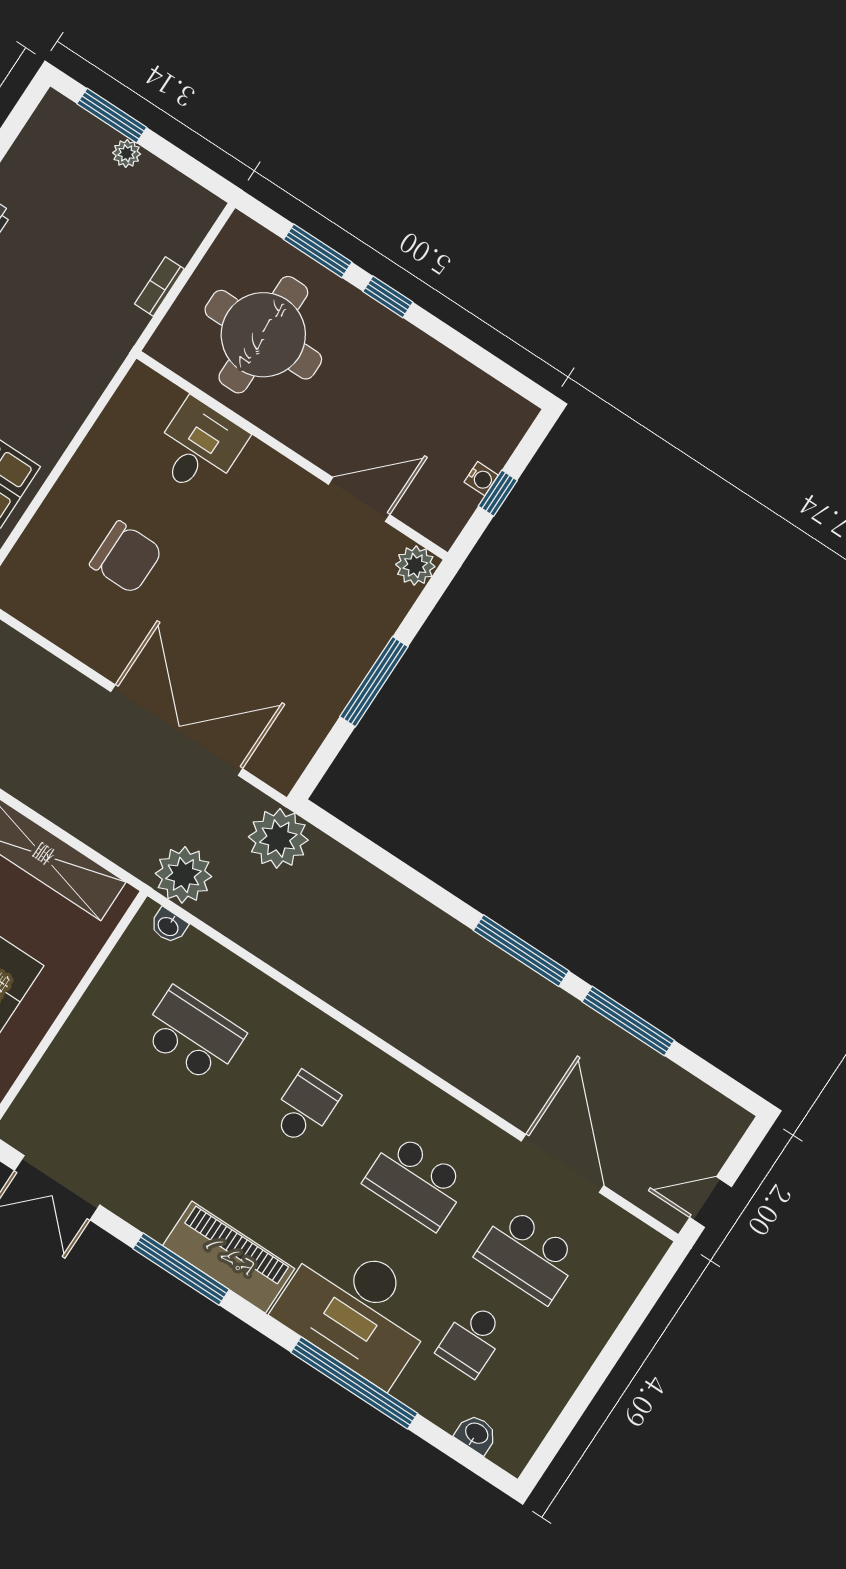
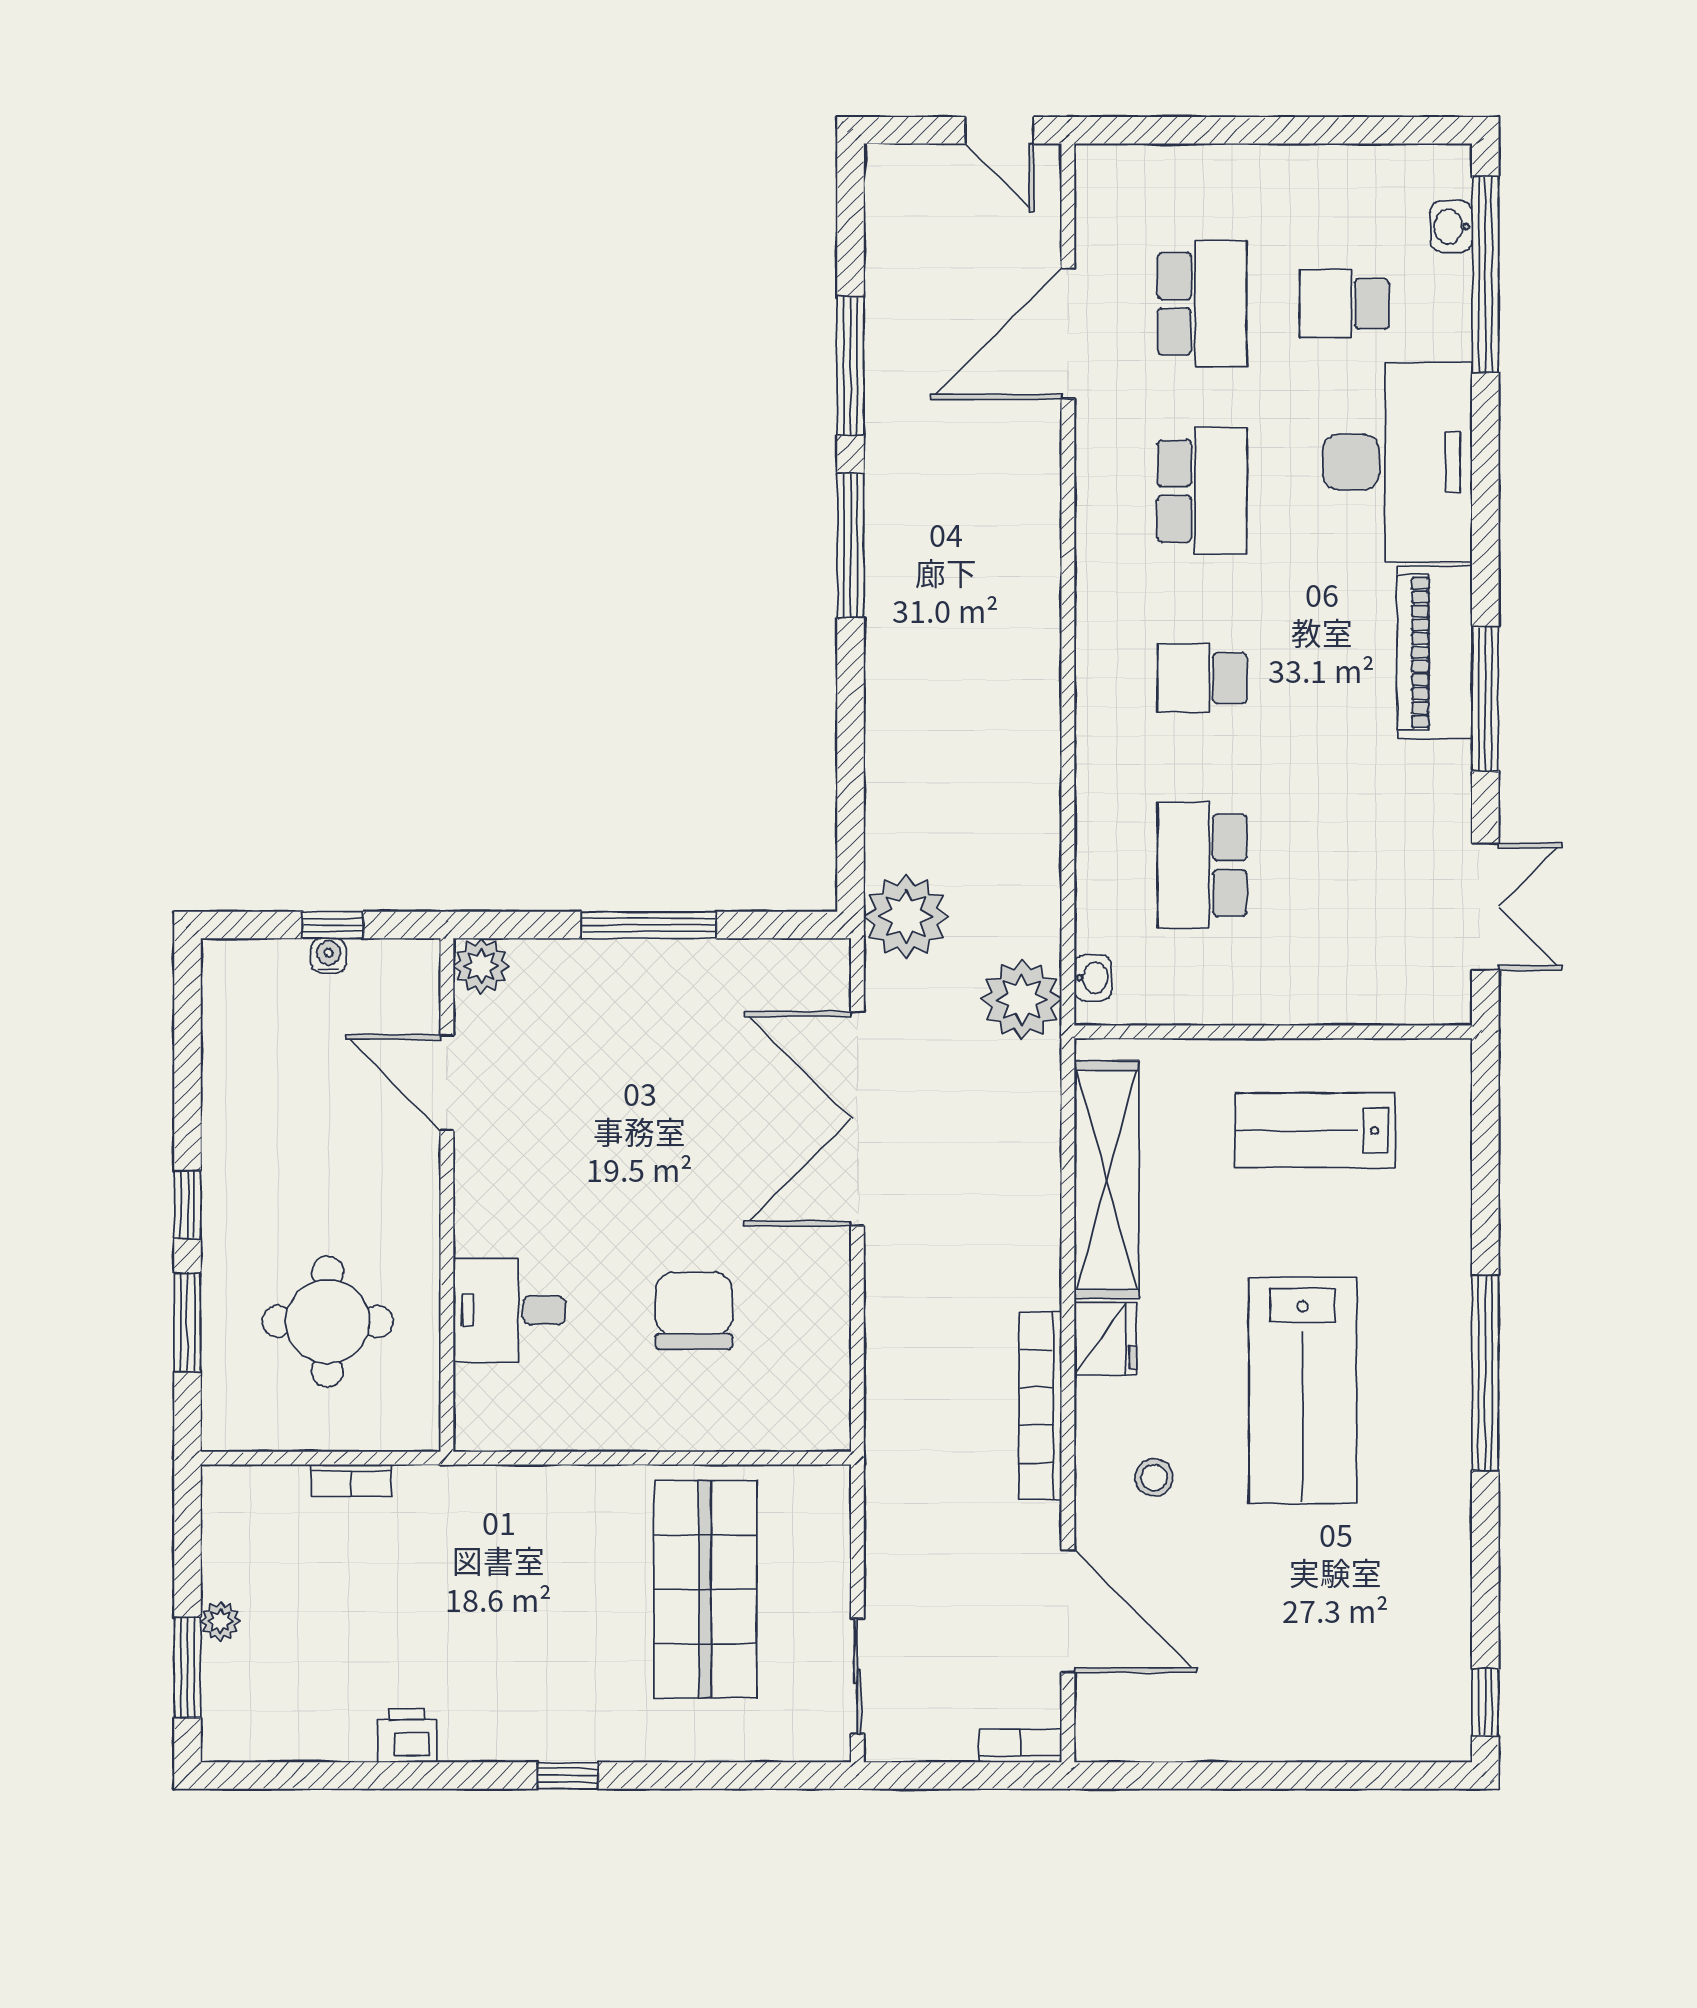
round table: (263, 335) -> (328, 1322), width x0.73, depth x0.73
school desk: (472, 1340) -> (1344, 304), turned 180
window: (354, 1383) -> (1485, 274), moved

